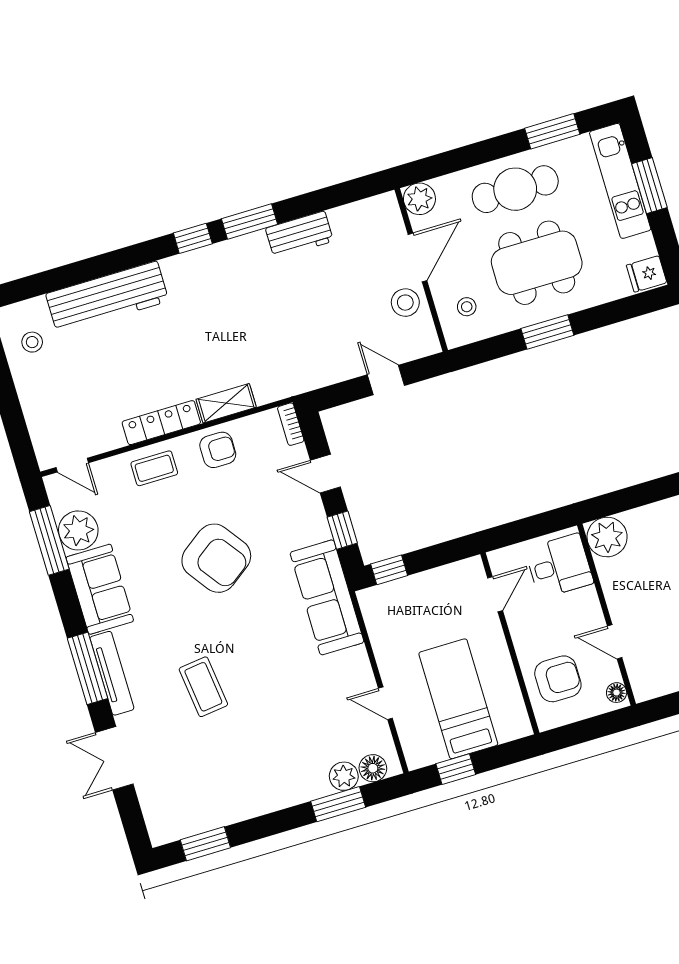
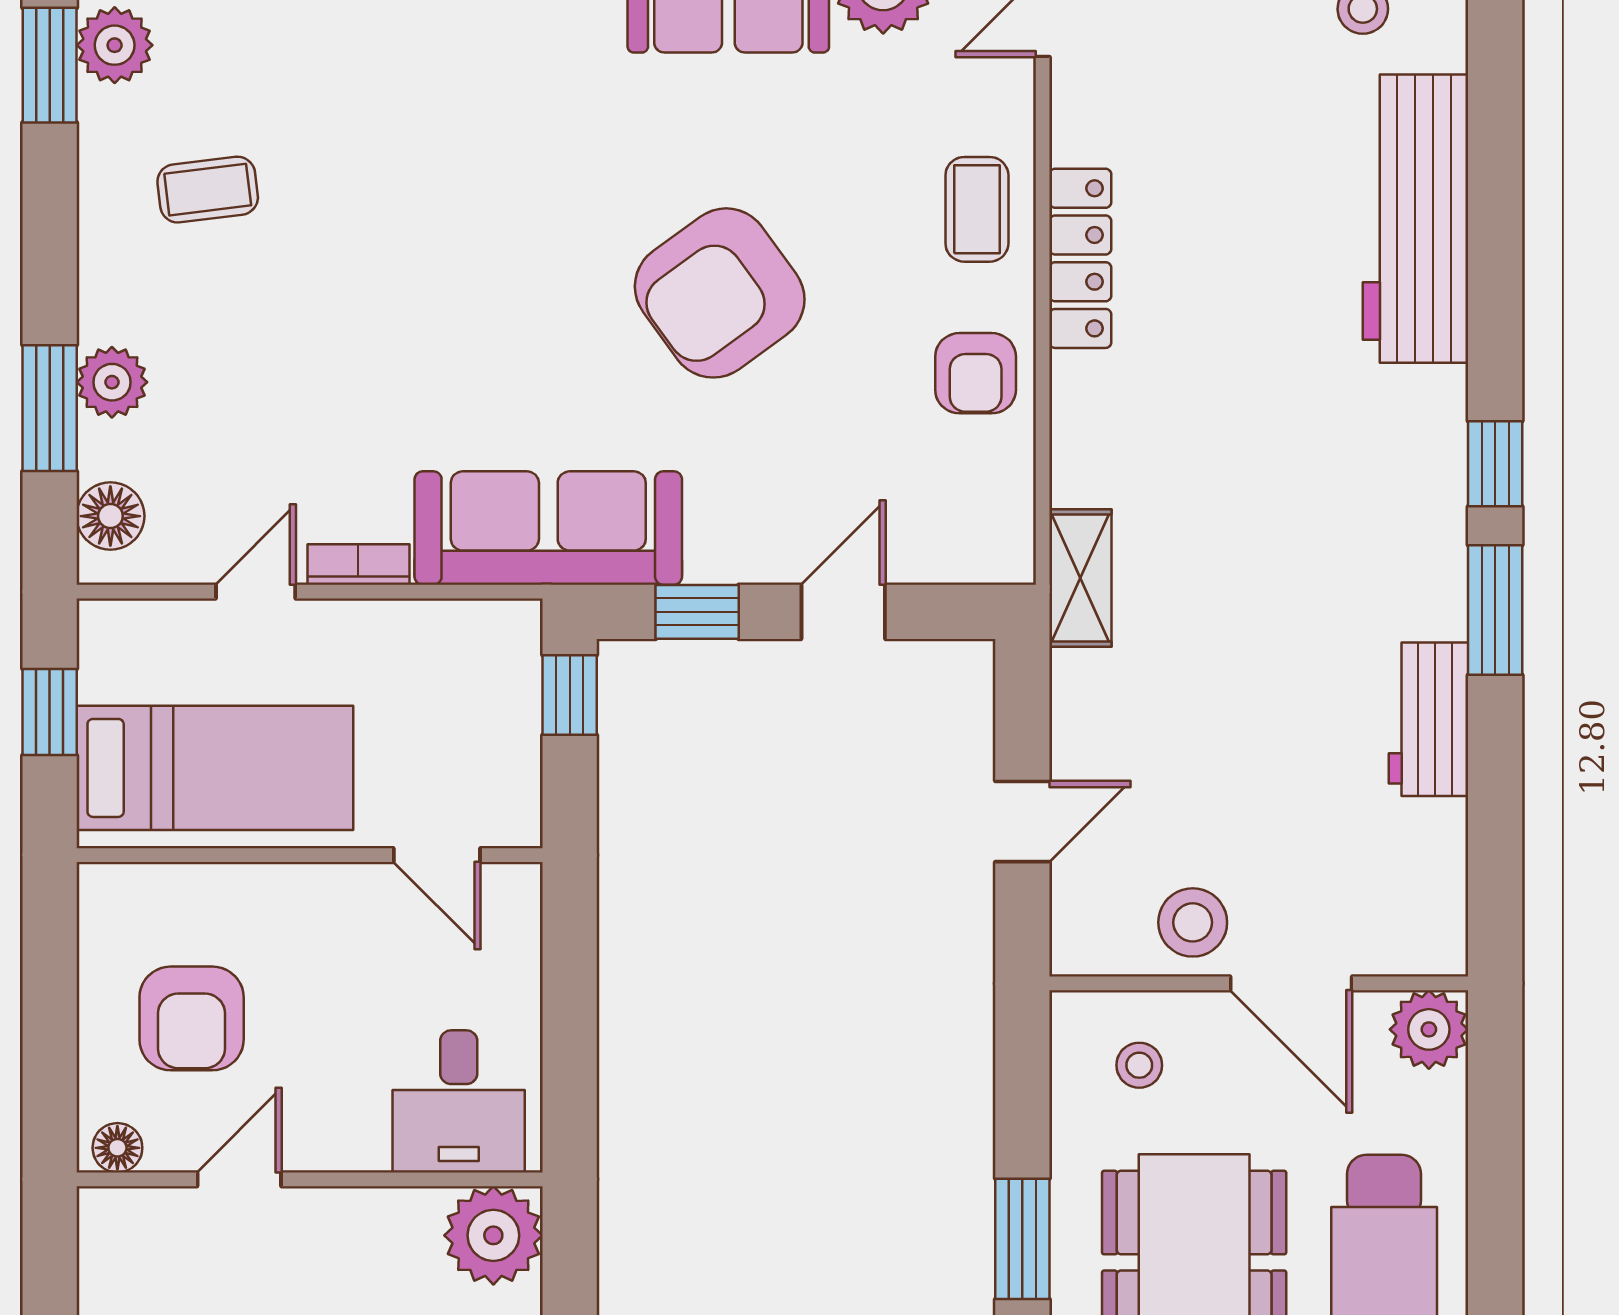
shelving: (226, 403) -> (1080, 578), moved
bookcase: (291, 424) -> (358, 564), moved
door: (495, 594) -> (437, 855), moved
wall: (510, 643) -> (310, 855), moved
coffee table: (203, 687) -> (208, 190), moved, width x0.73, depth x0.77
plant: (344, 776) -> (112, 382), moved
plant: (190, 821) -> (115, 45), added

